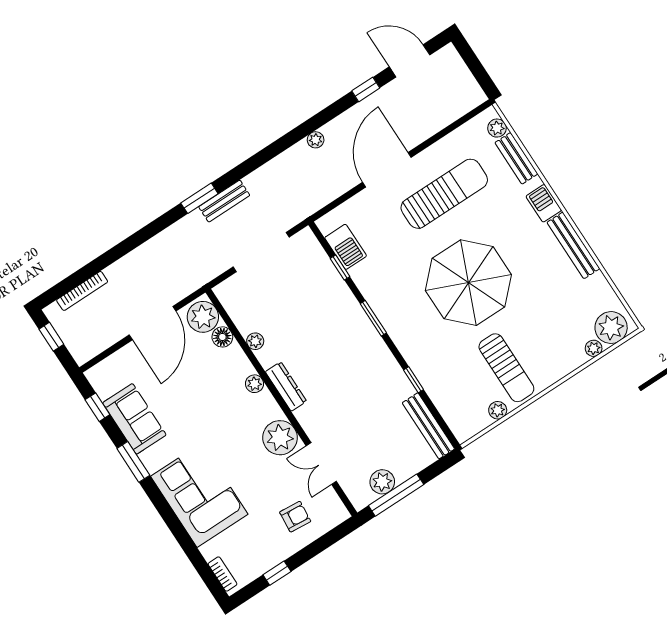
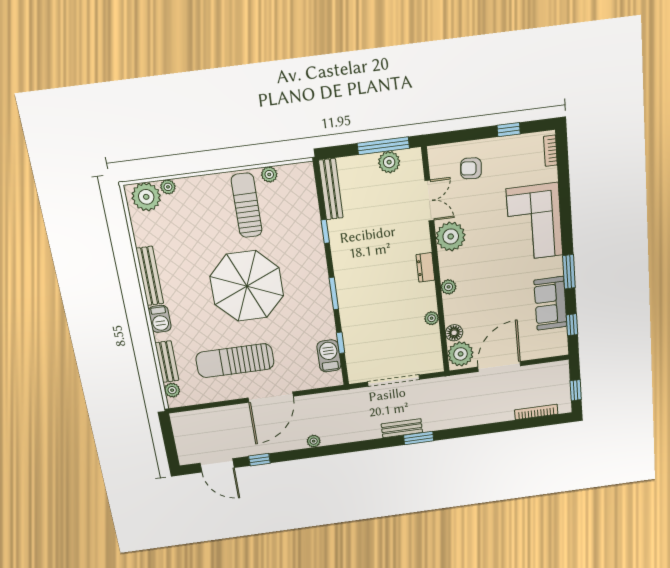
dresser: (286, 386) -> (425, 267), width x0.70

